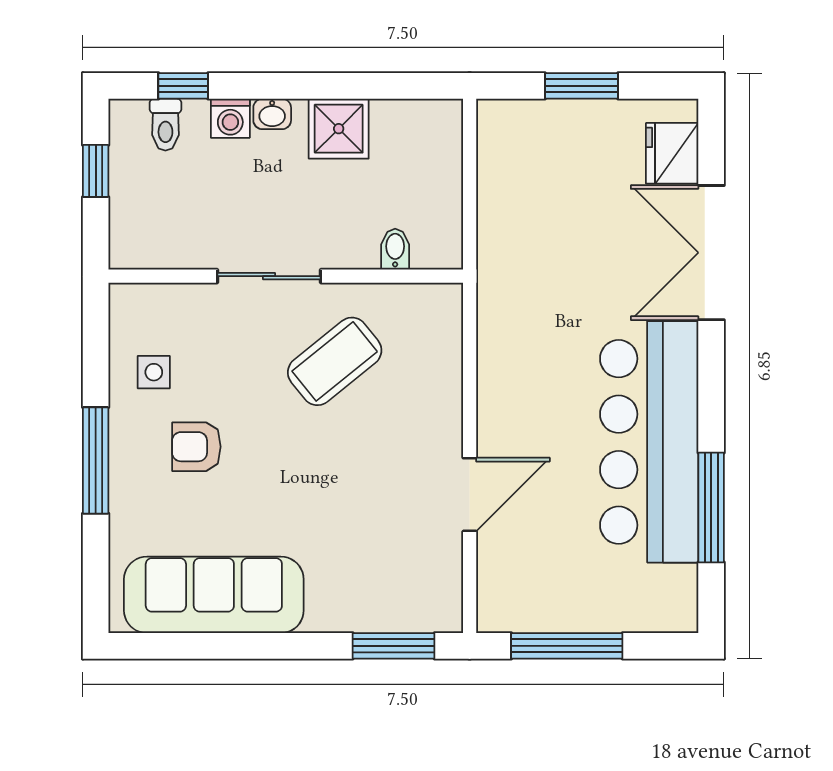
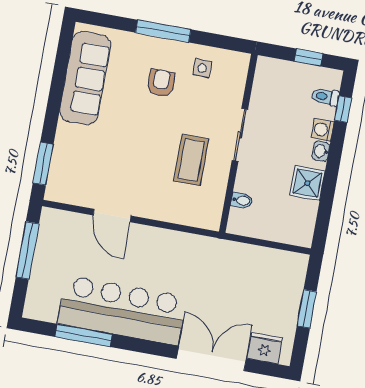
coffee table: (335, 361) -> (191, 160), turned 39

